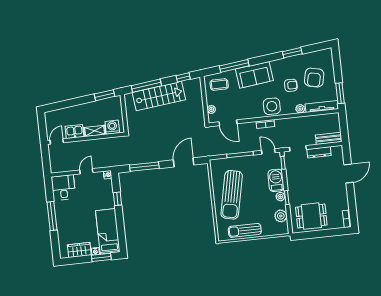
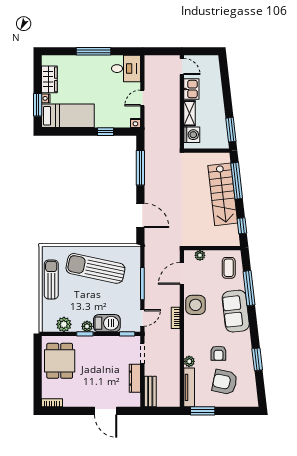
side table: (272, 106) -> (195, 305), moved
door: (86, 171) -> (142, 98), swing flipped

